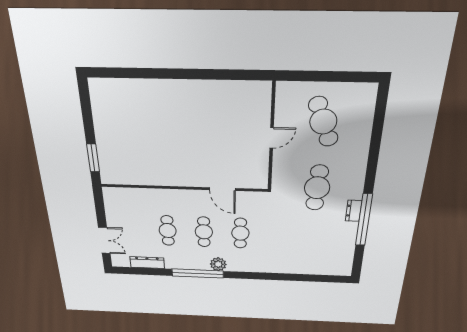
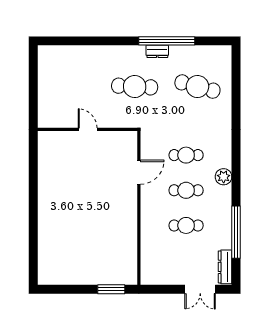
cafe table: (323, 122) -> (197, 87), moved, turned 36
double door: (104, 240) -> (200, 289), swing flipped
dresser: (147, 263) -> (225, 267), moved
window: (198, 273) -> (236, 232), moved

